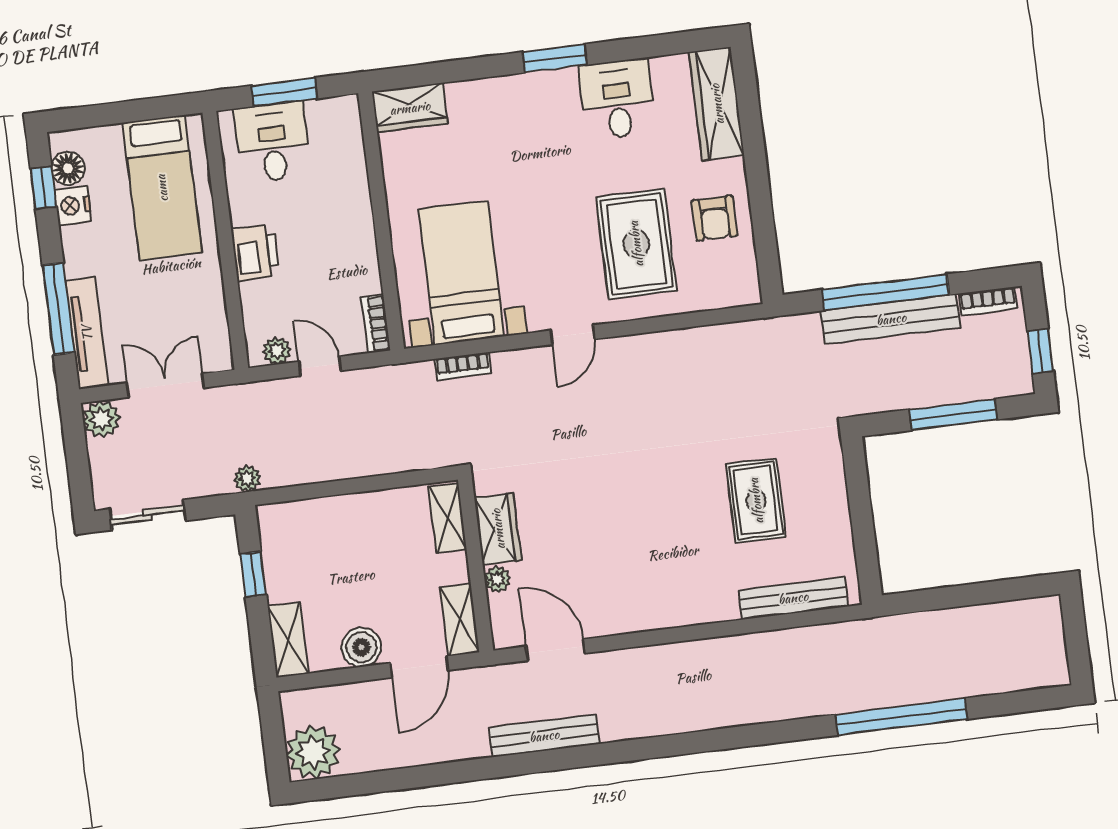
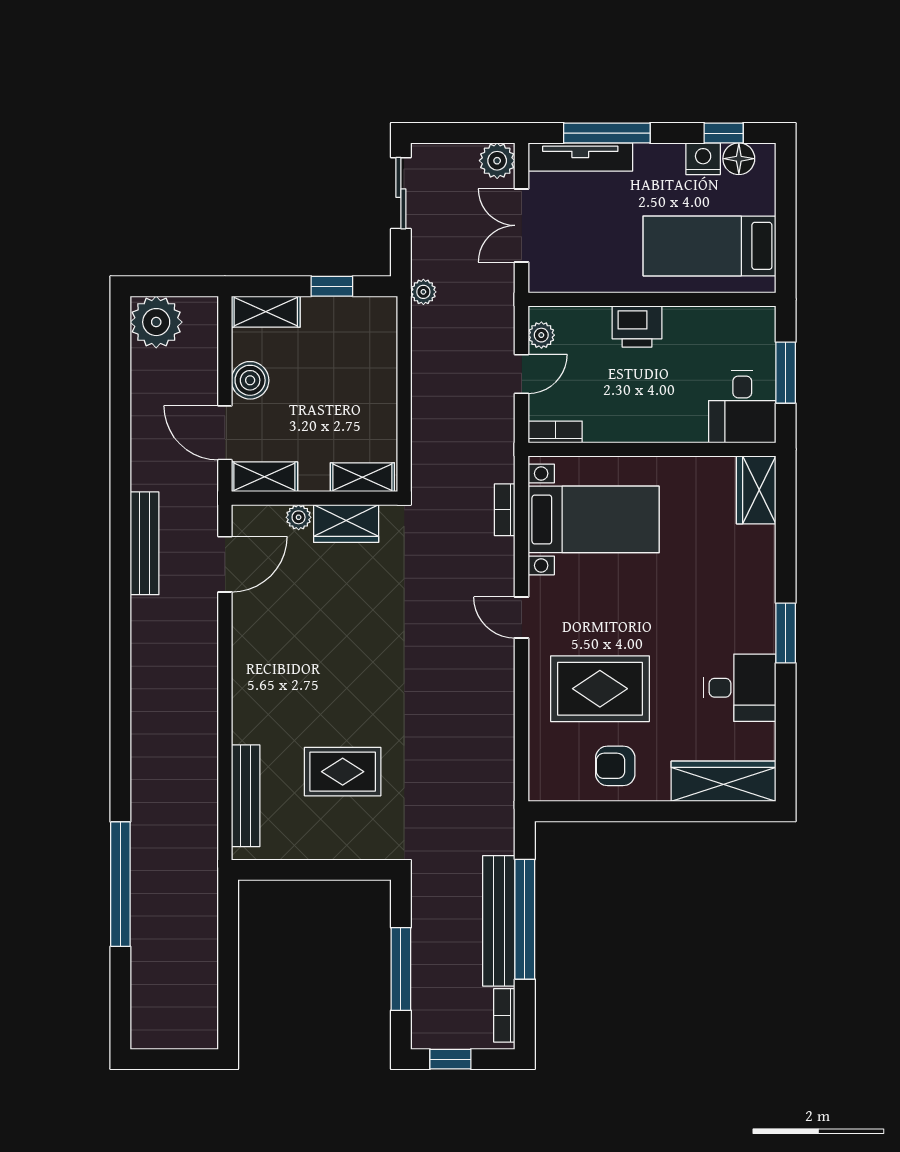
desk: (273, 142) -> (742, 407), moved, turned 90
double door: (166, 385) -> (522, 225), swing flipped

